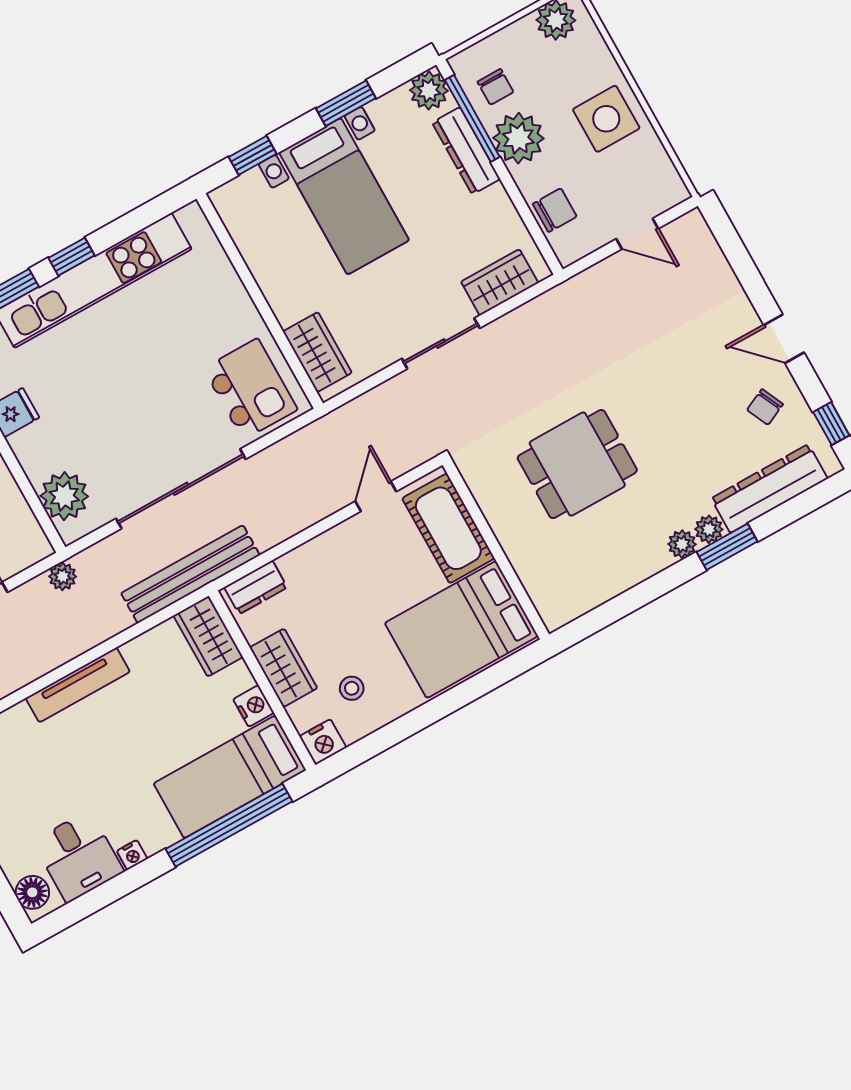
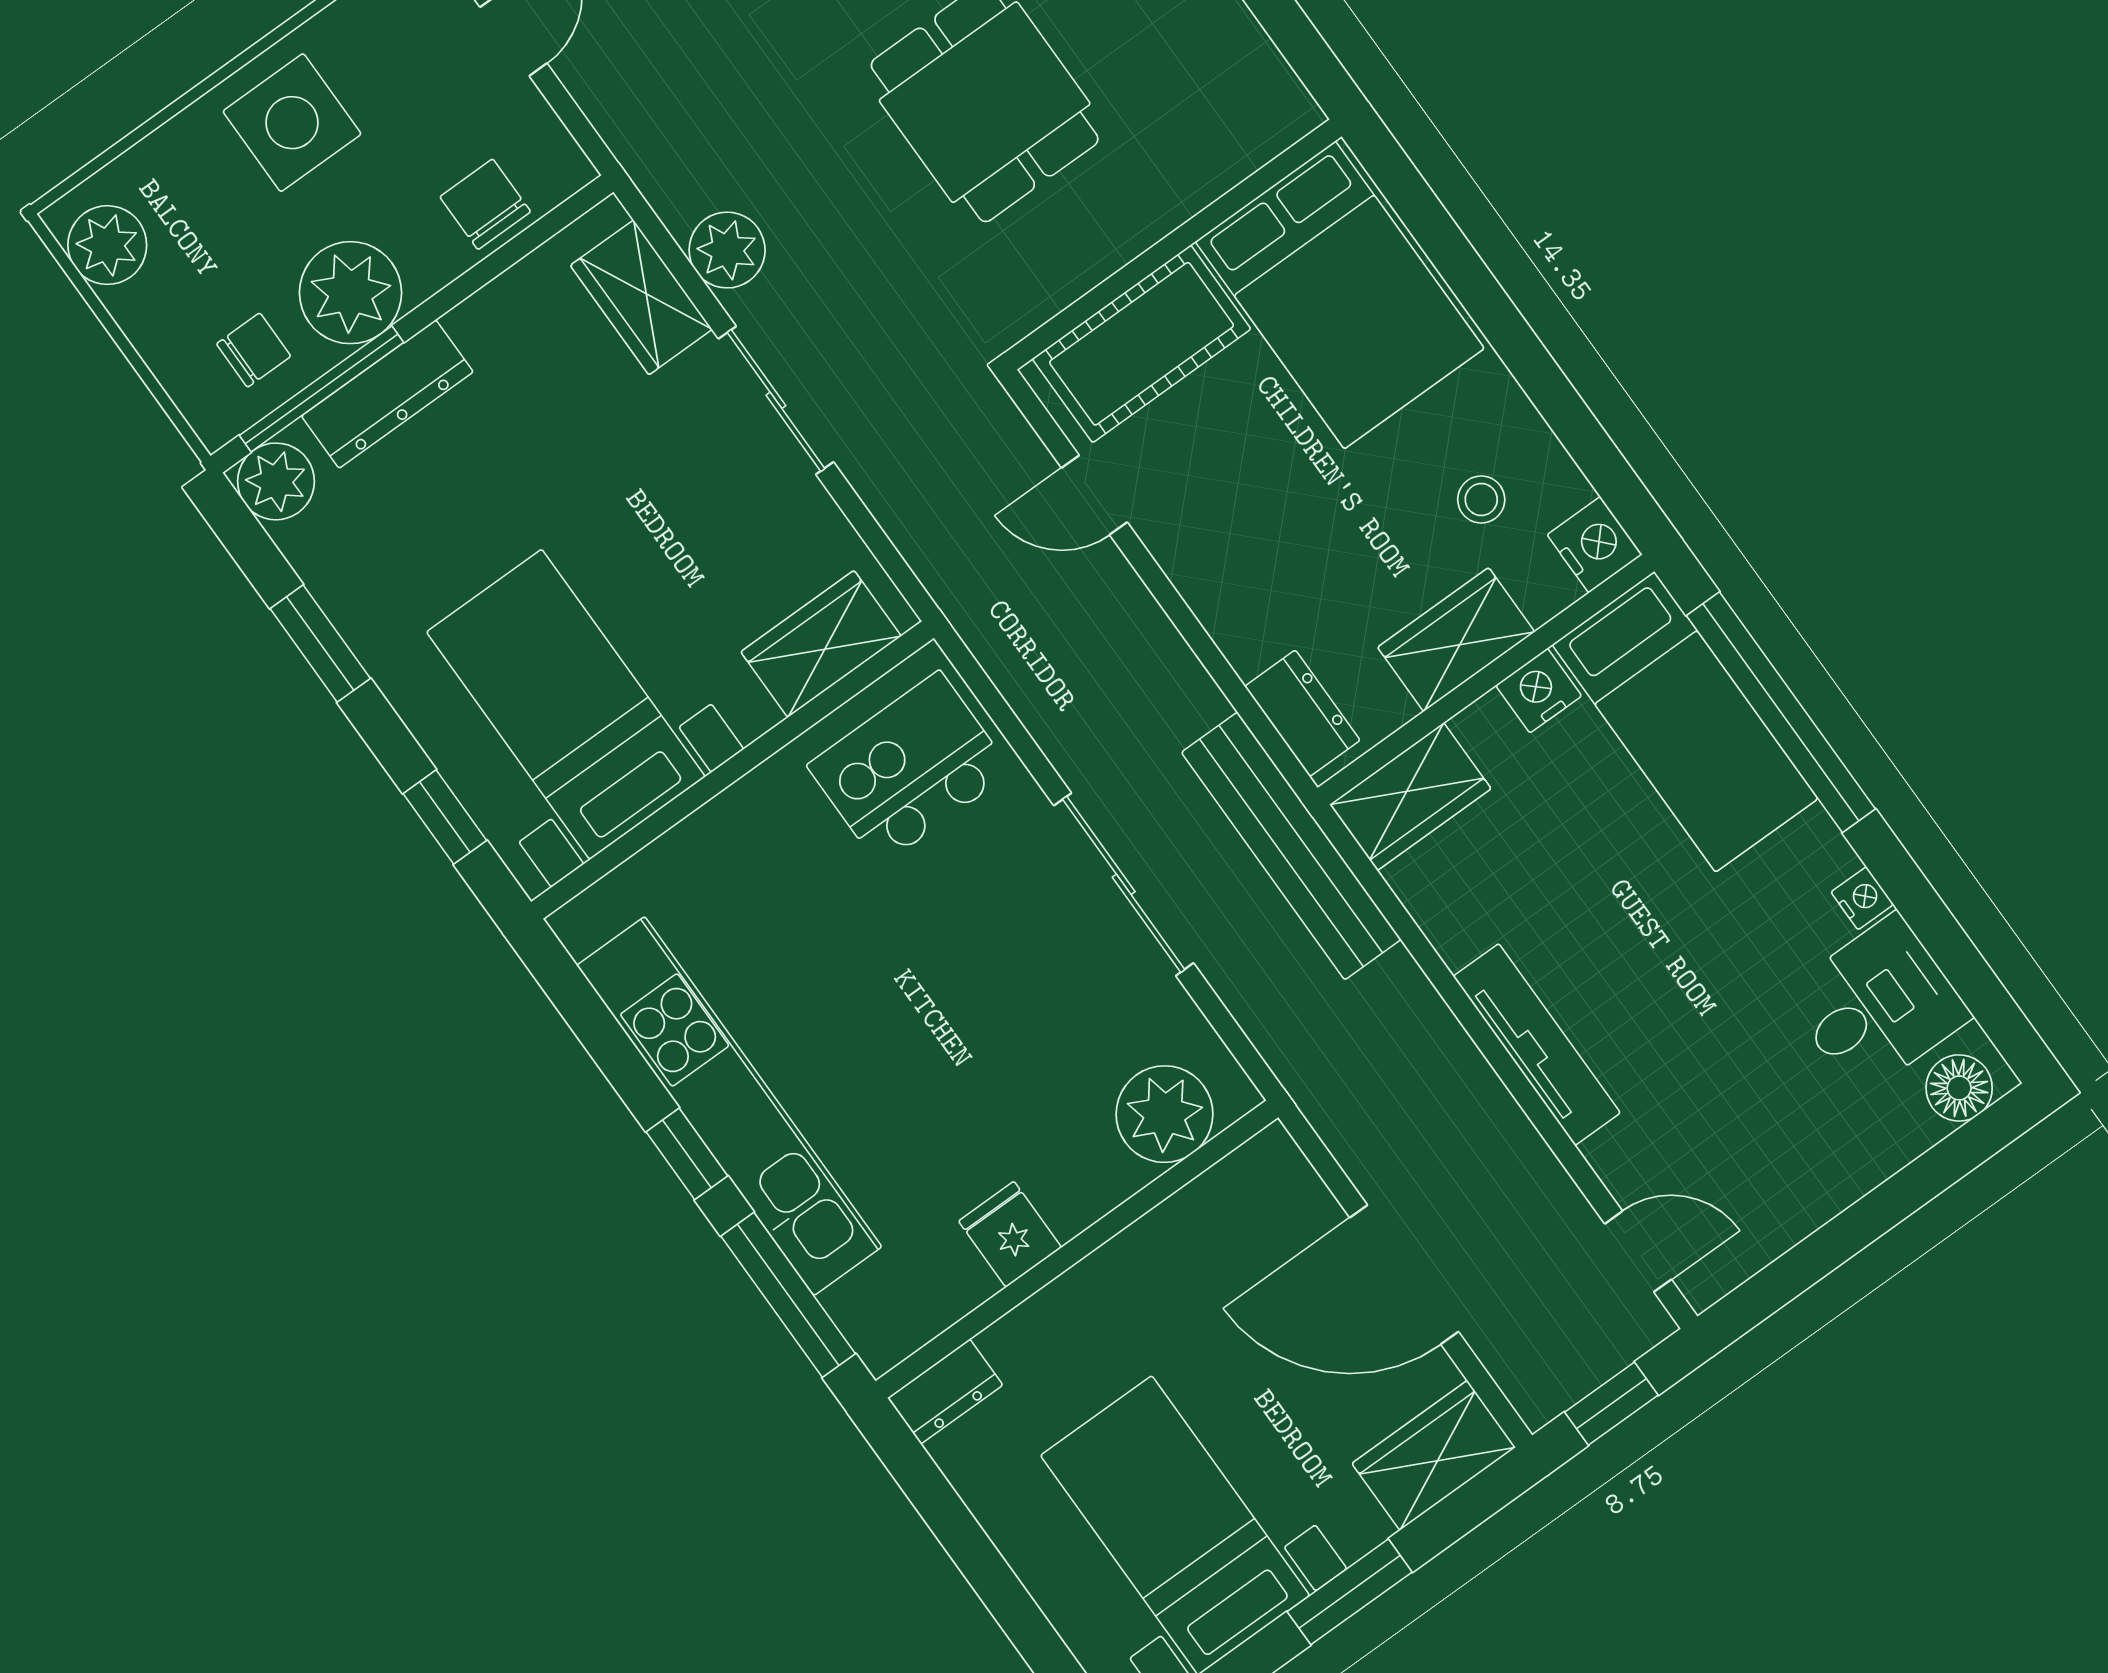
bed with nightstands: (344, 196) -> (566, 704), moved, turned -90
sliding door: (181, 489) -> (1124, 884), width x0.73
plant: (63, 576) -> (727, 250), moved, width x1.38, depth x1.38

